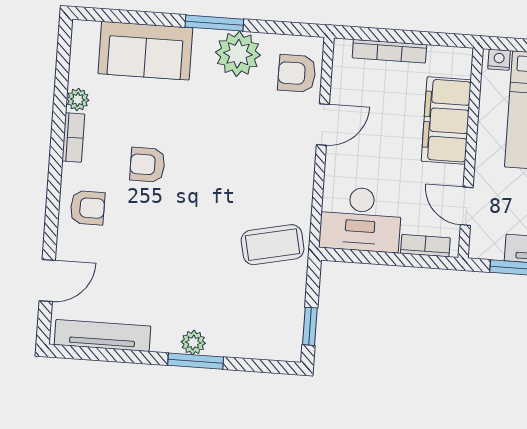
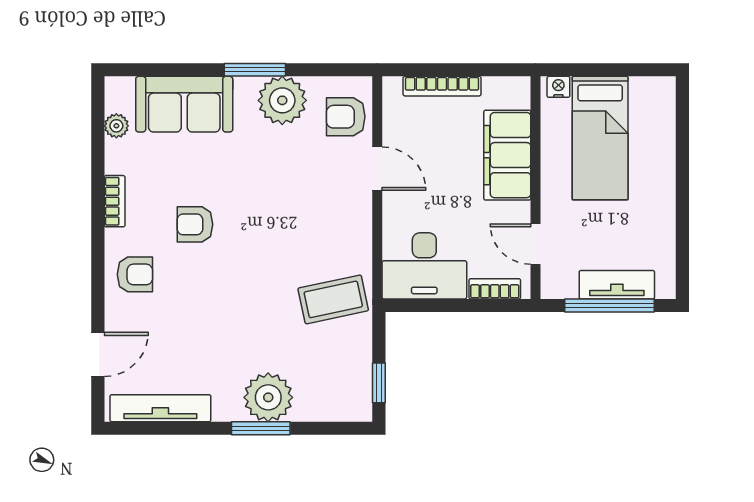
plant: (78, 99) -> (116, 126), moved
door: (323, 124) -> (377, 169), hinge flipped
plant: (193, 343) -> (268, 397), width x1.88, depth x1.88

